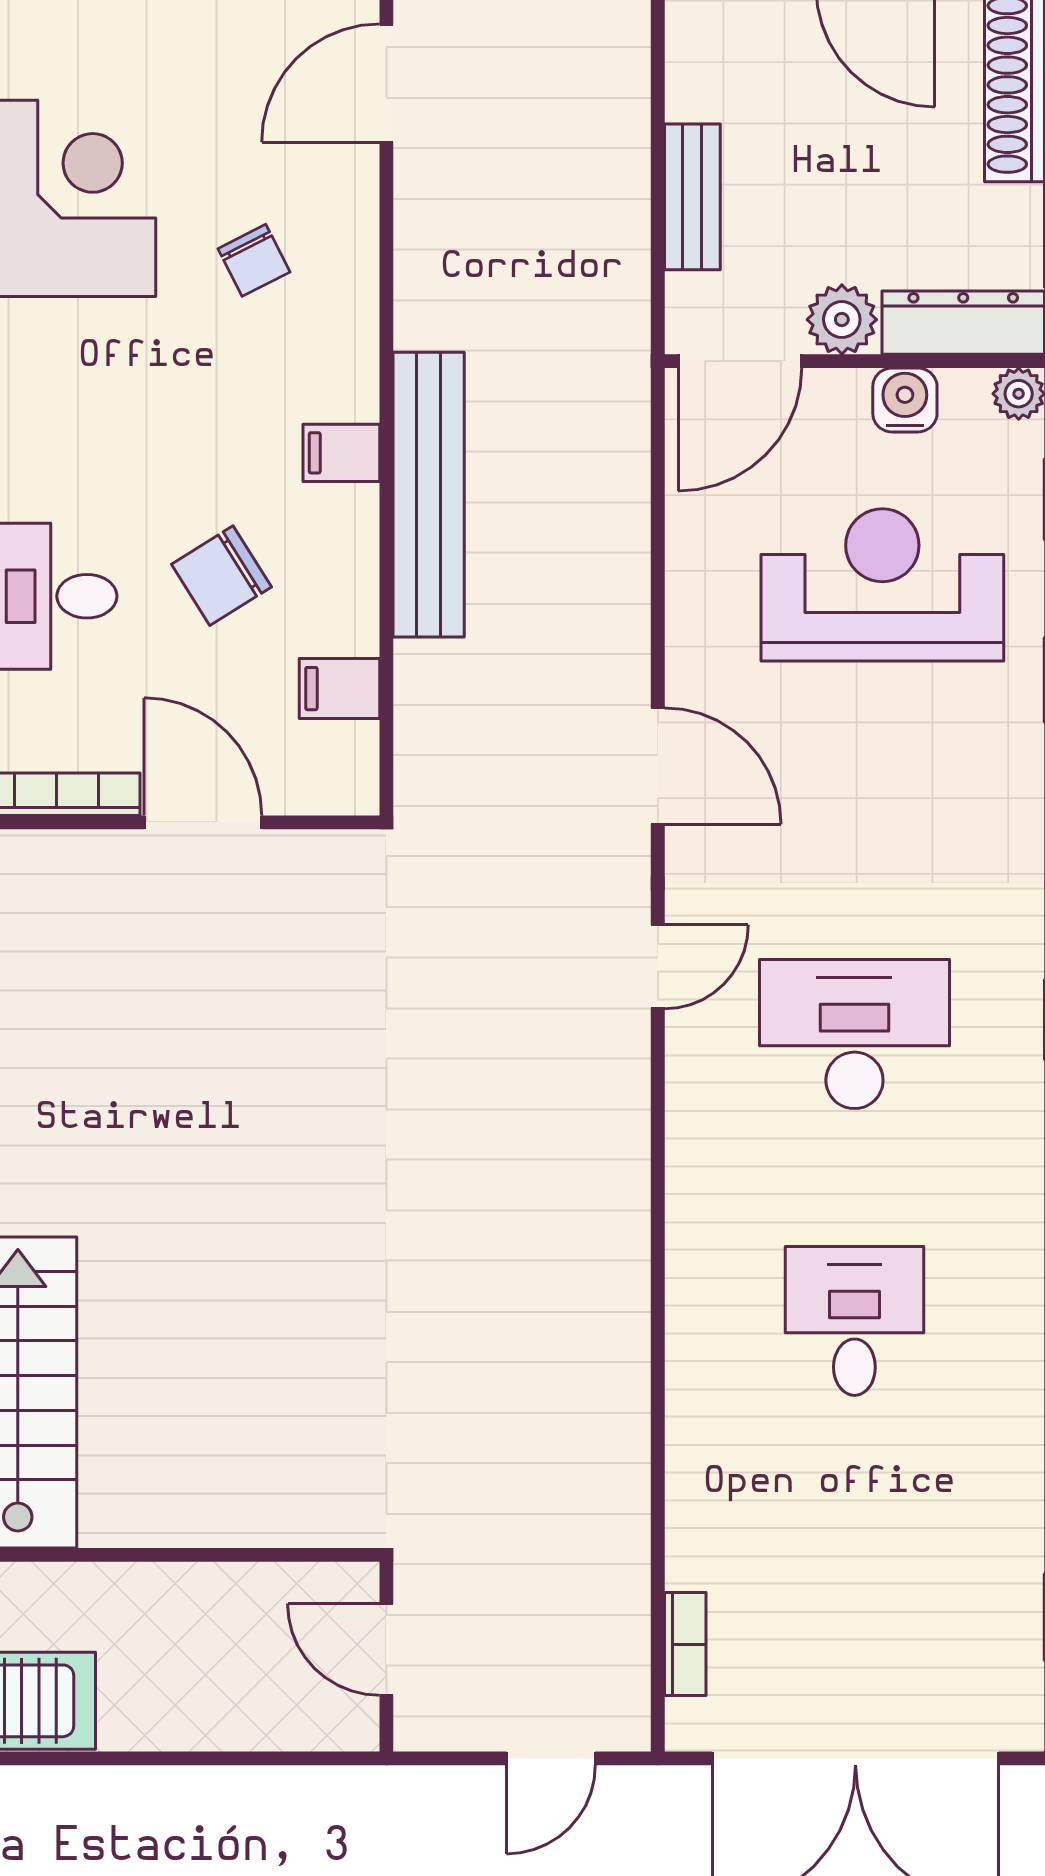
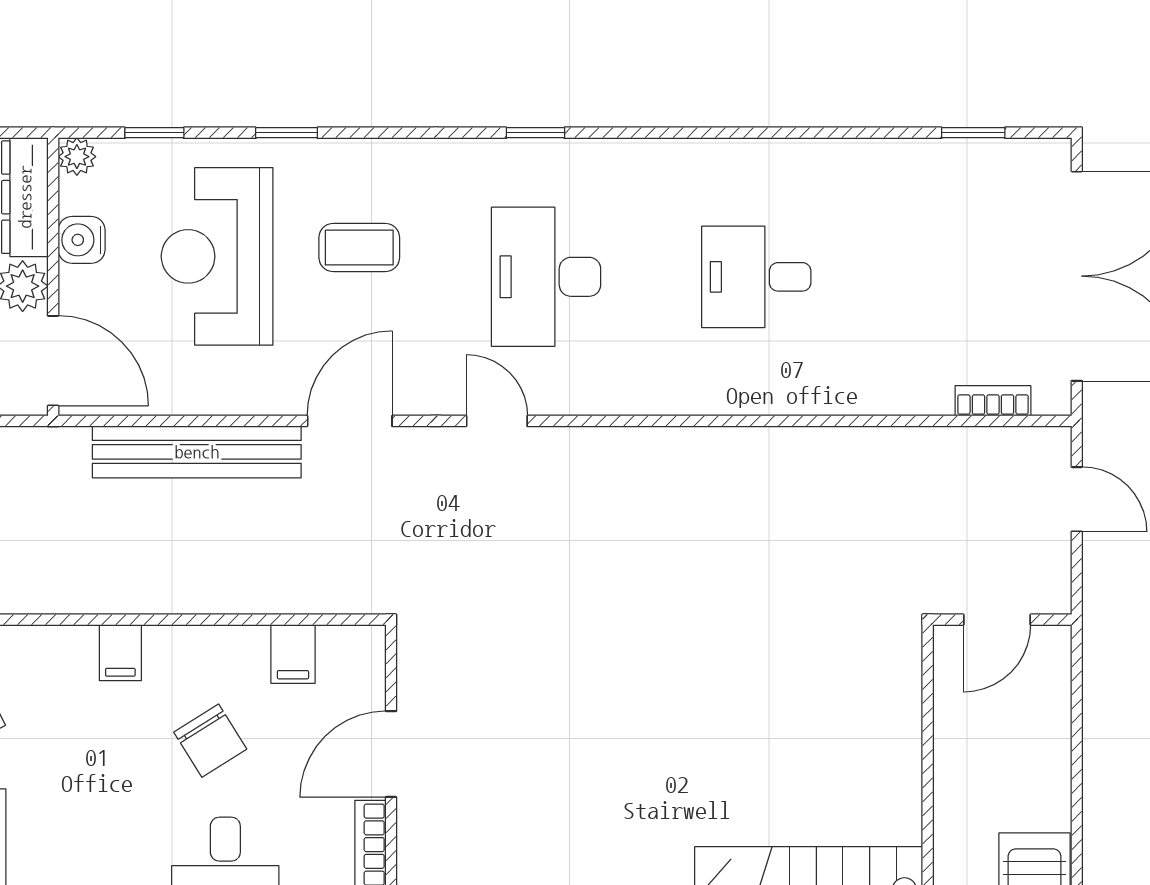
bench: (429, 495) -> (197, 452), moved
coffee table: (894, 779) -> (359, 248), added

